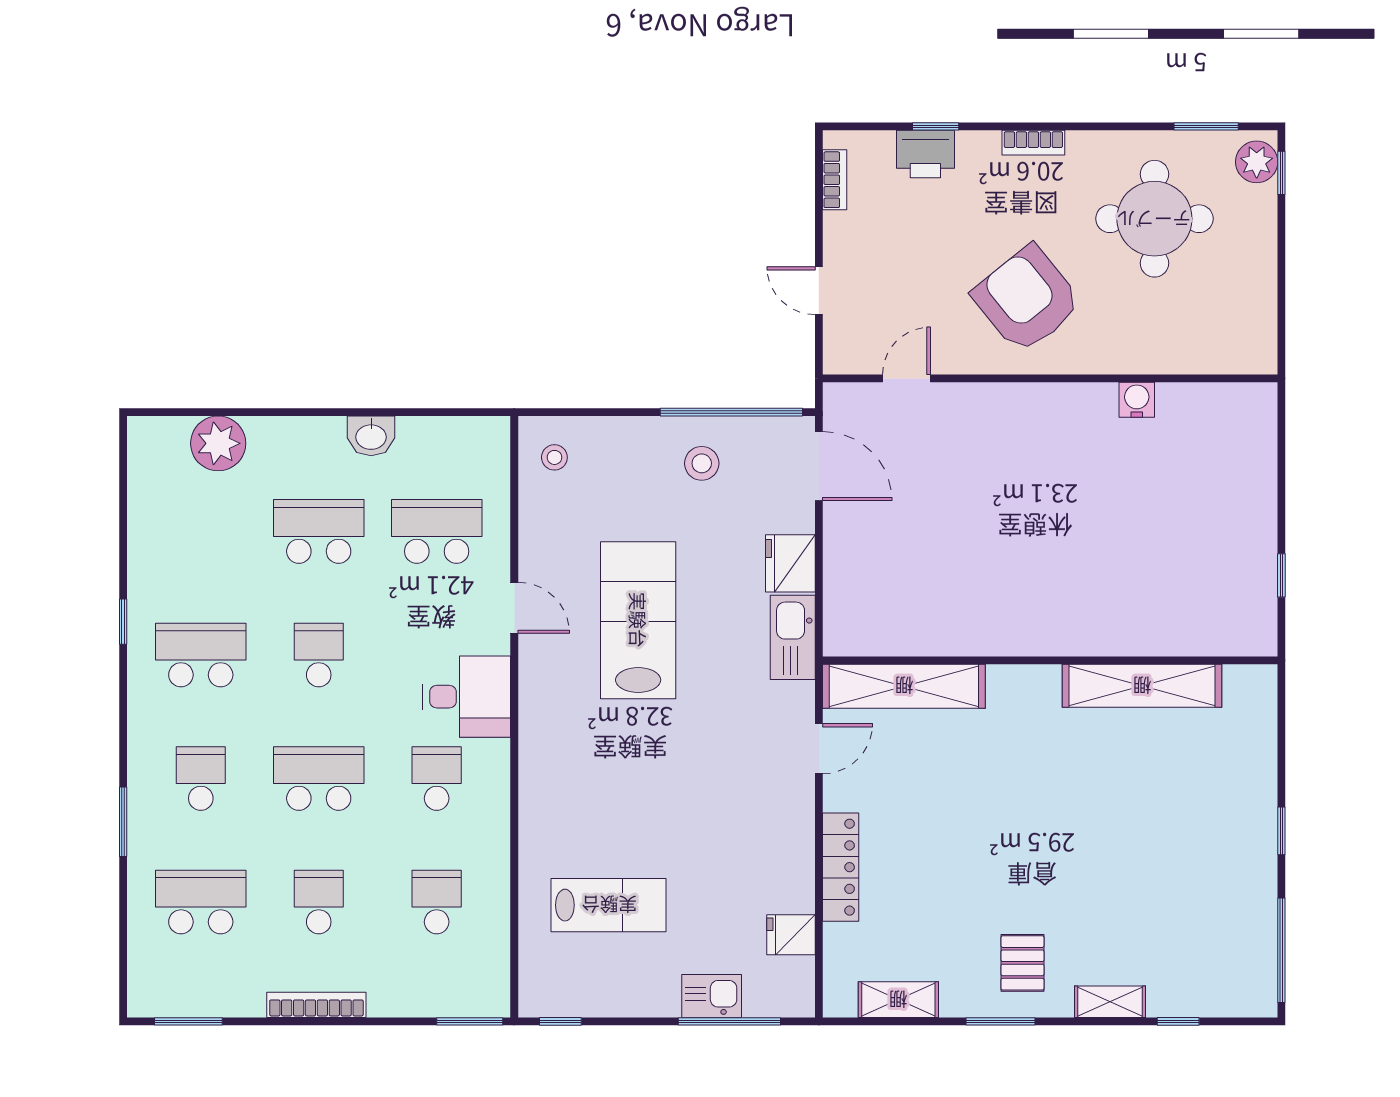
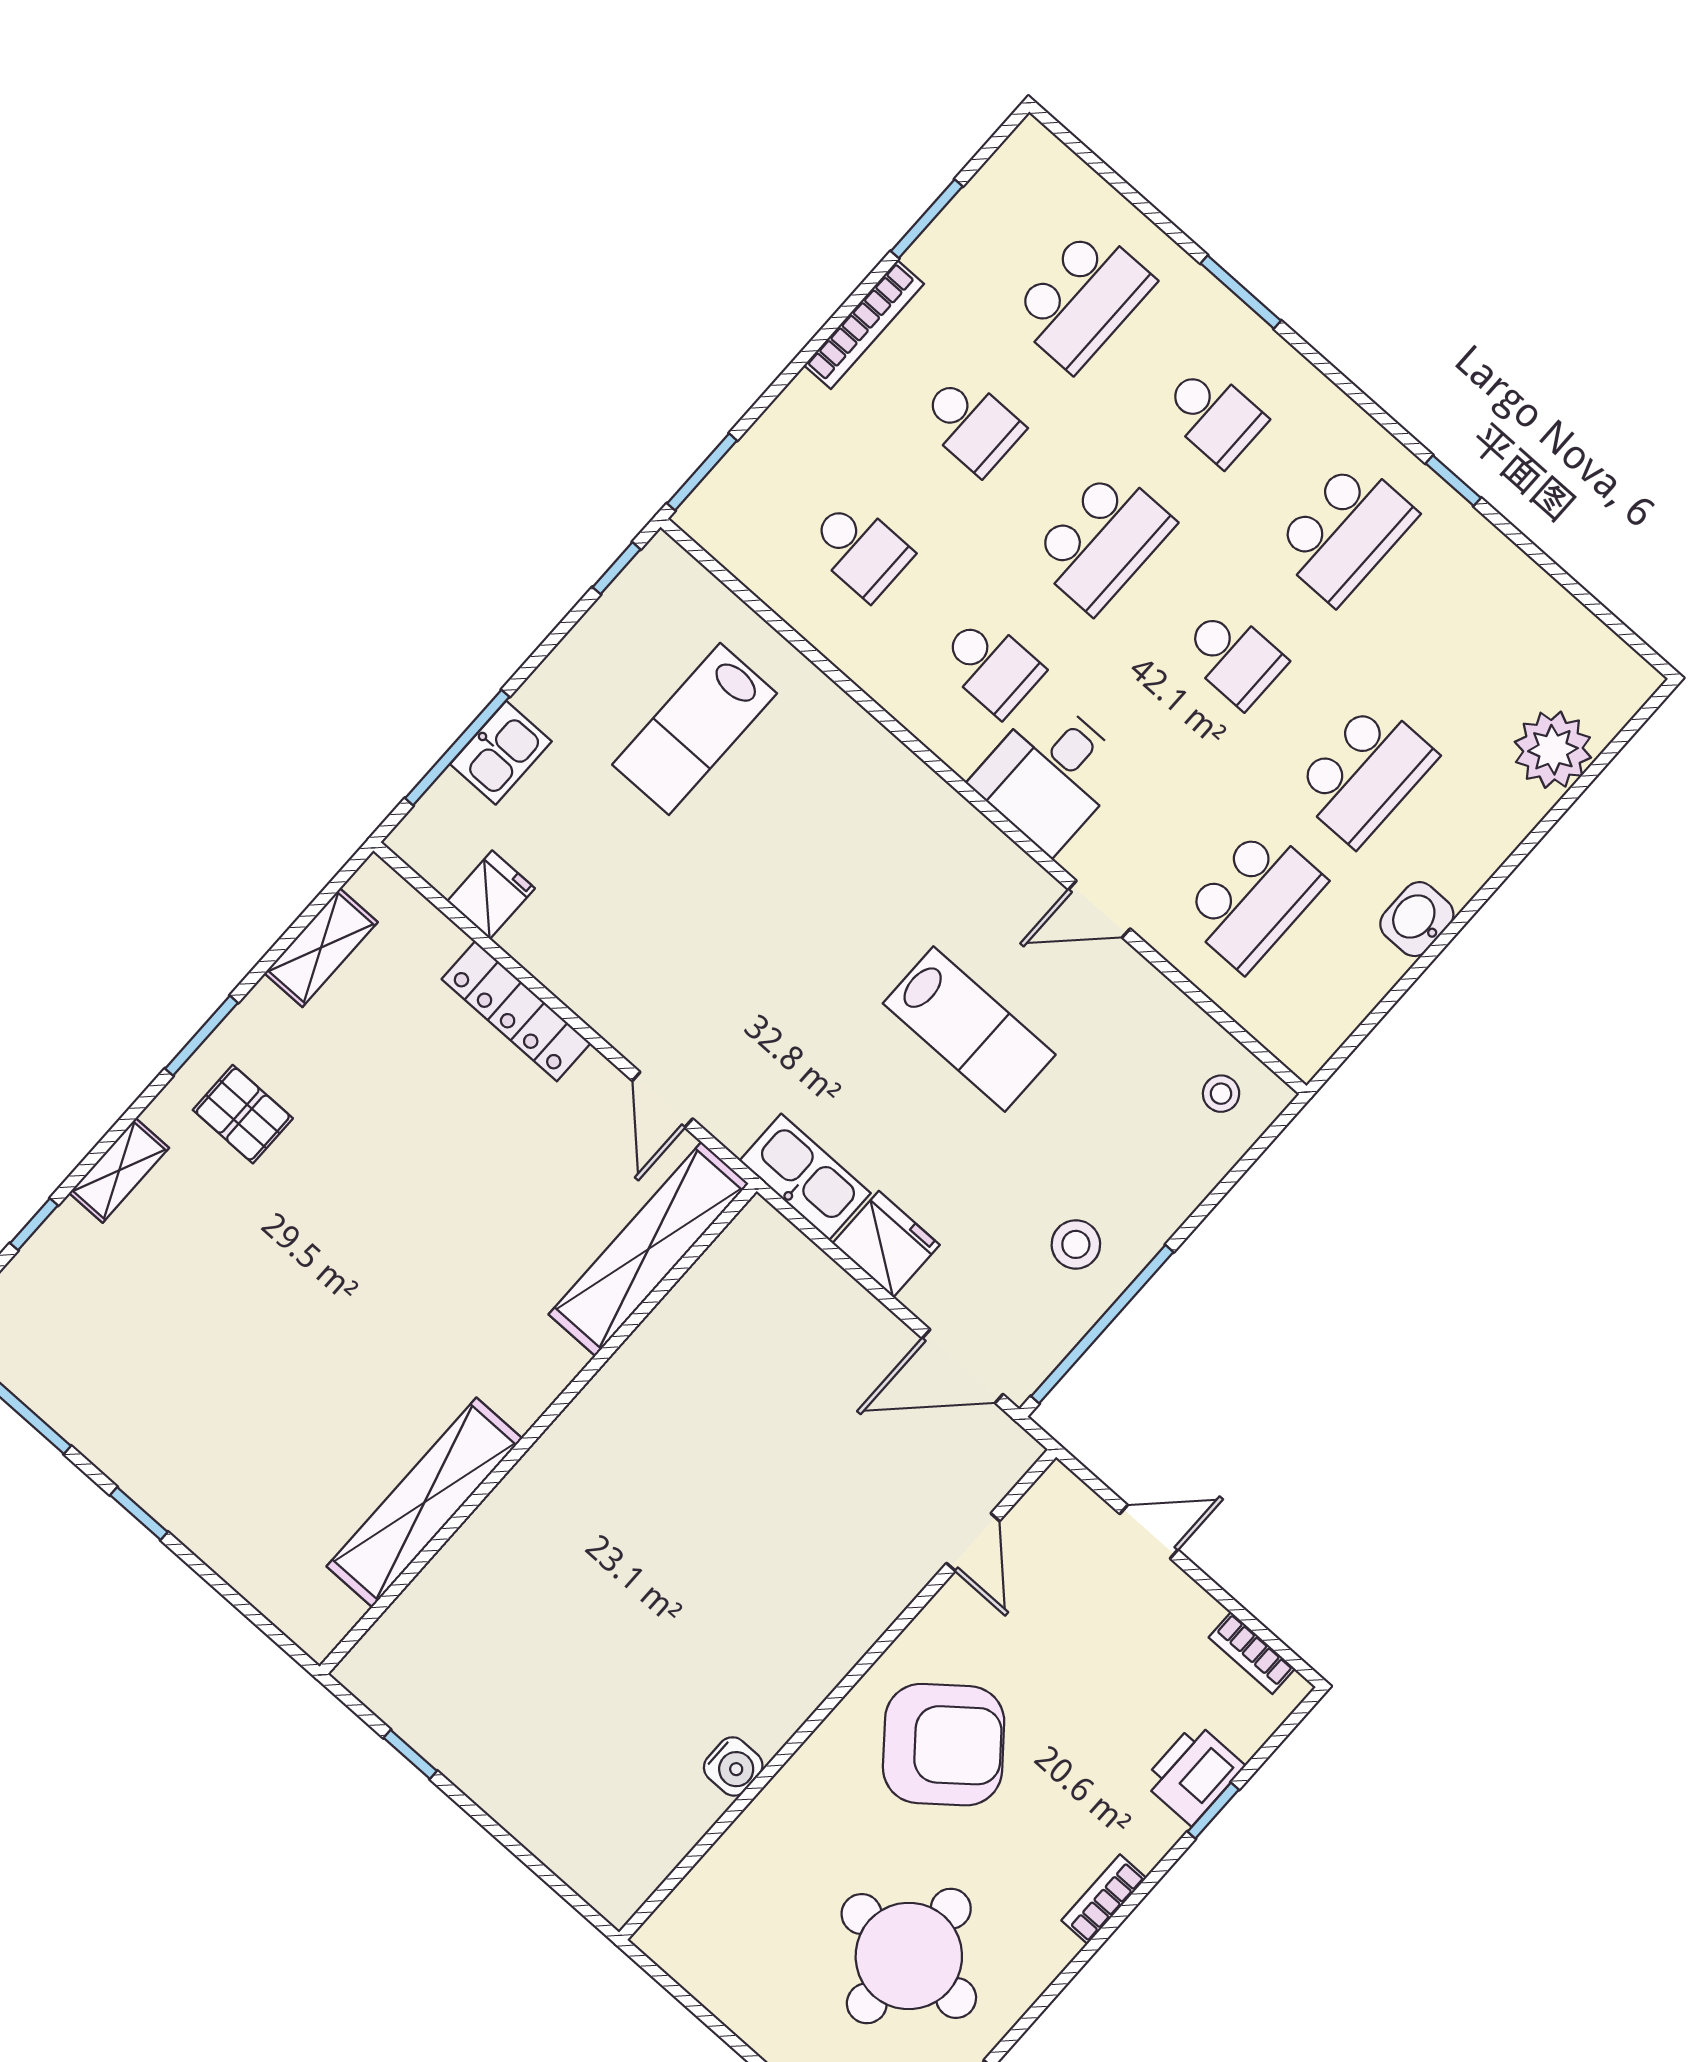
lab bench: (638, 620) -> (969, 1029), width x0.73, depth x0.72
window: (188, 1021) -> (927, 219), moved

